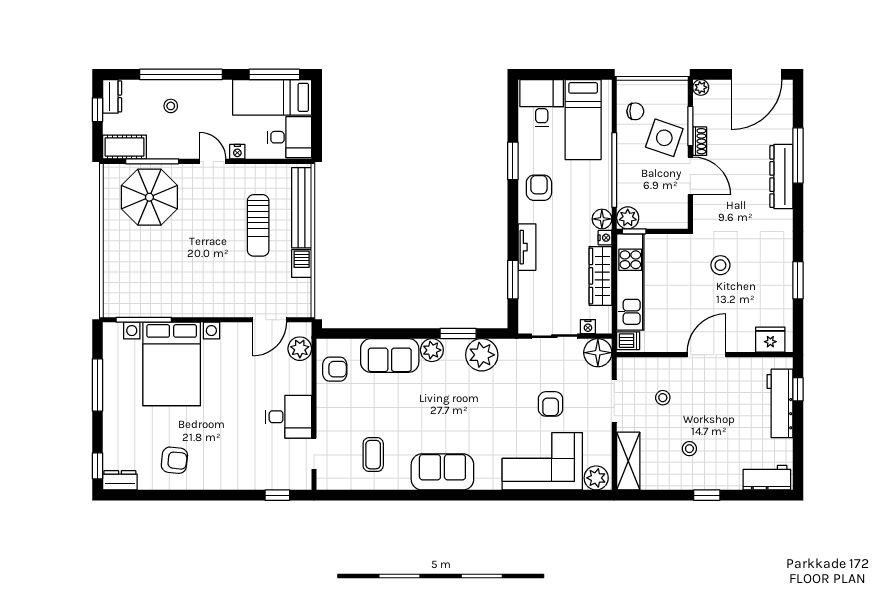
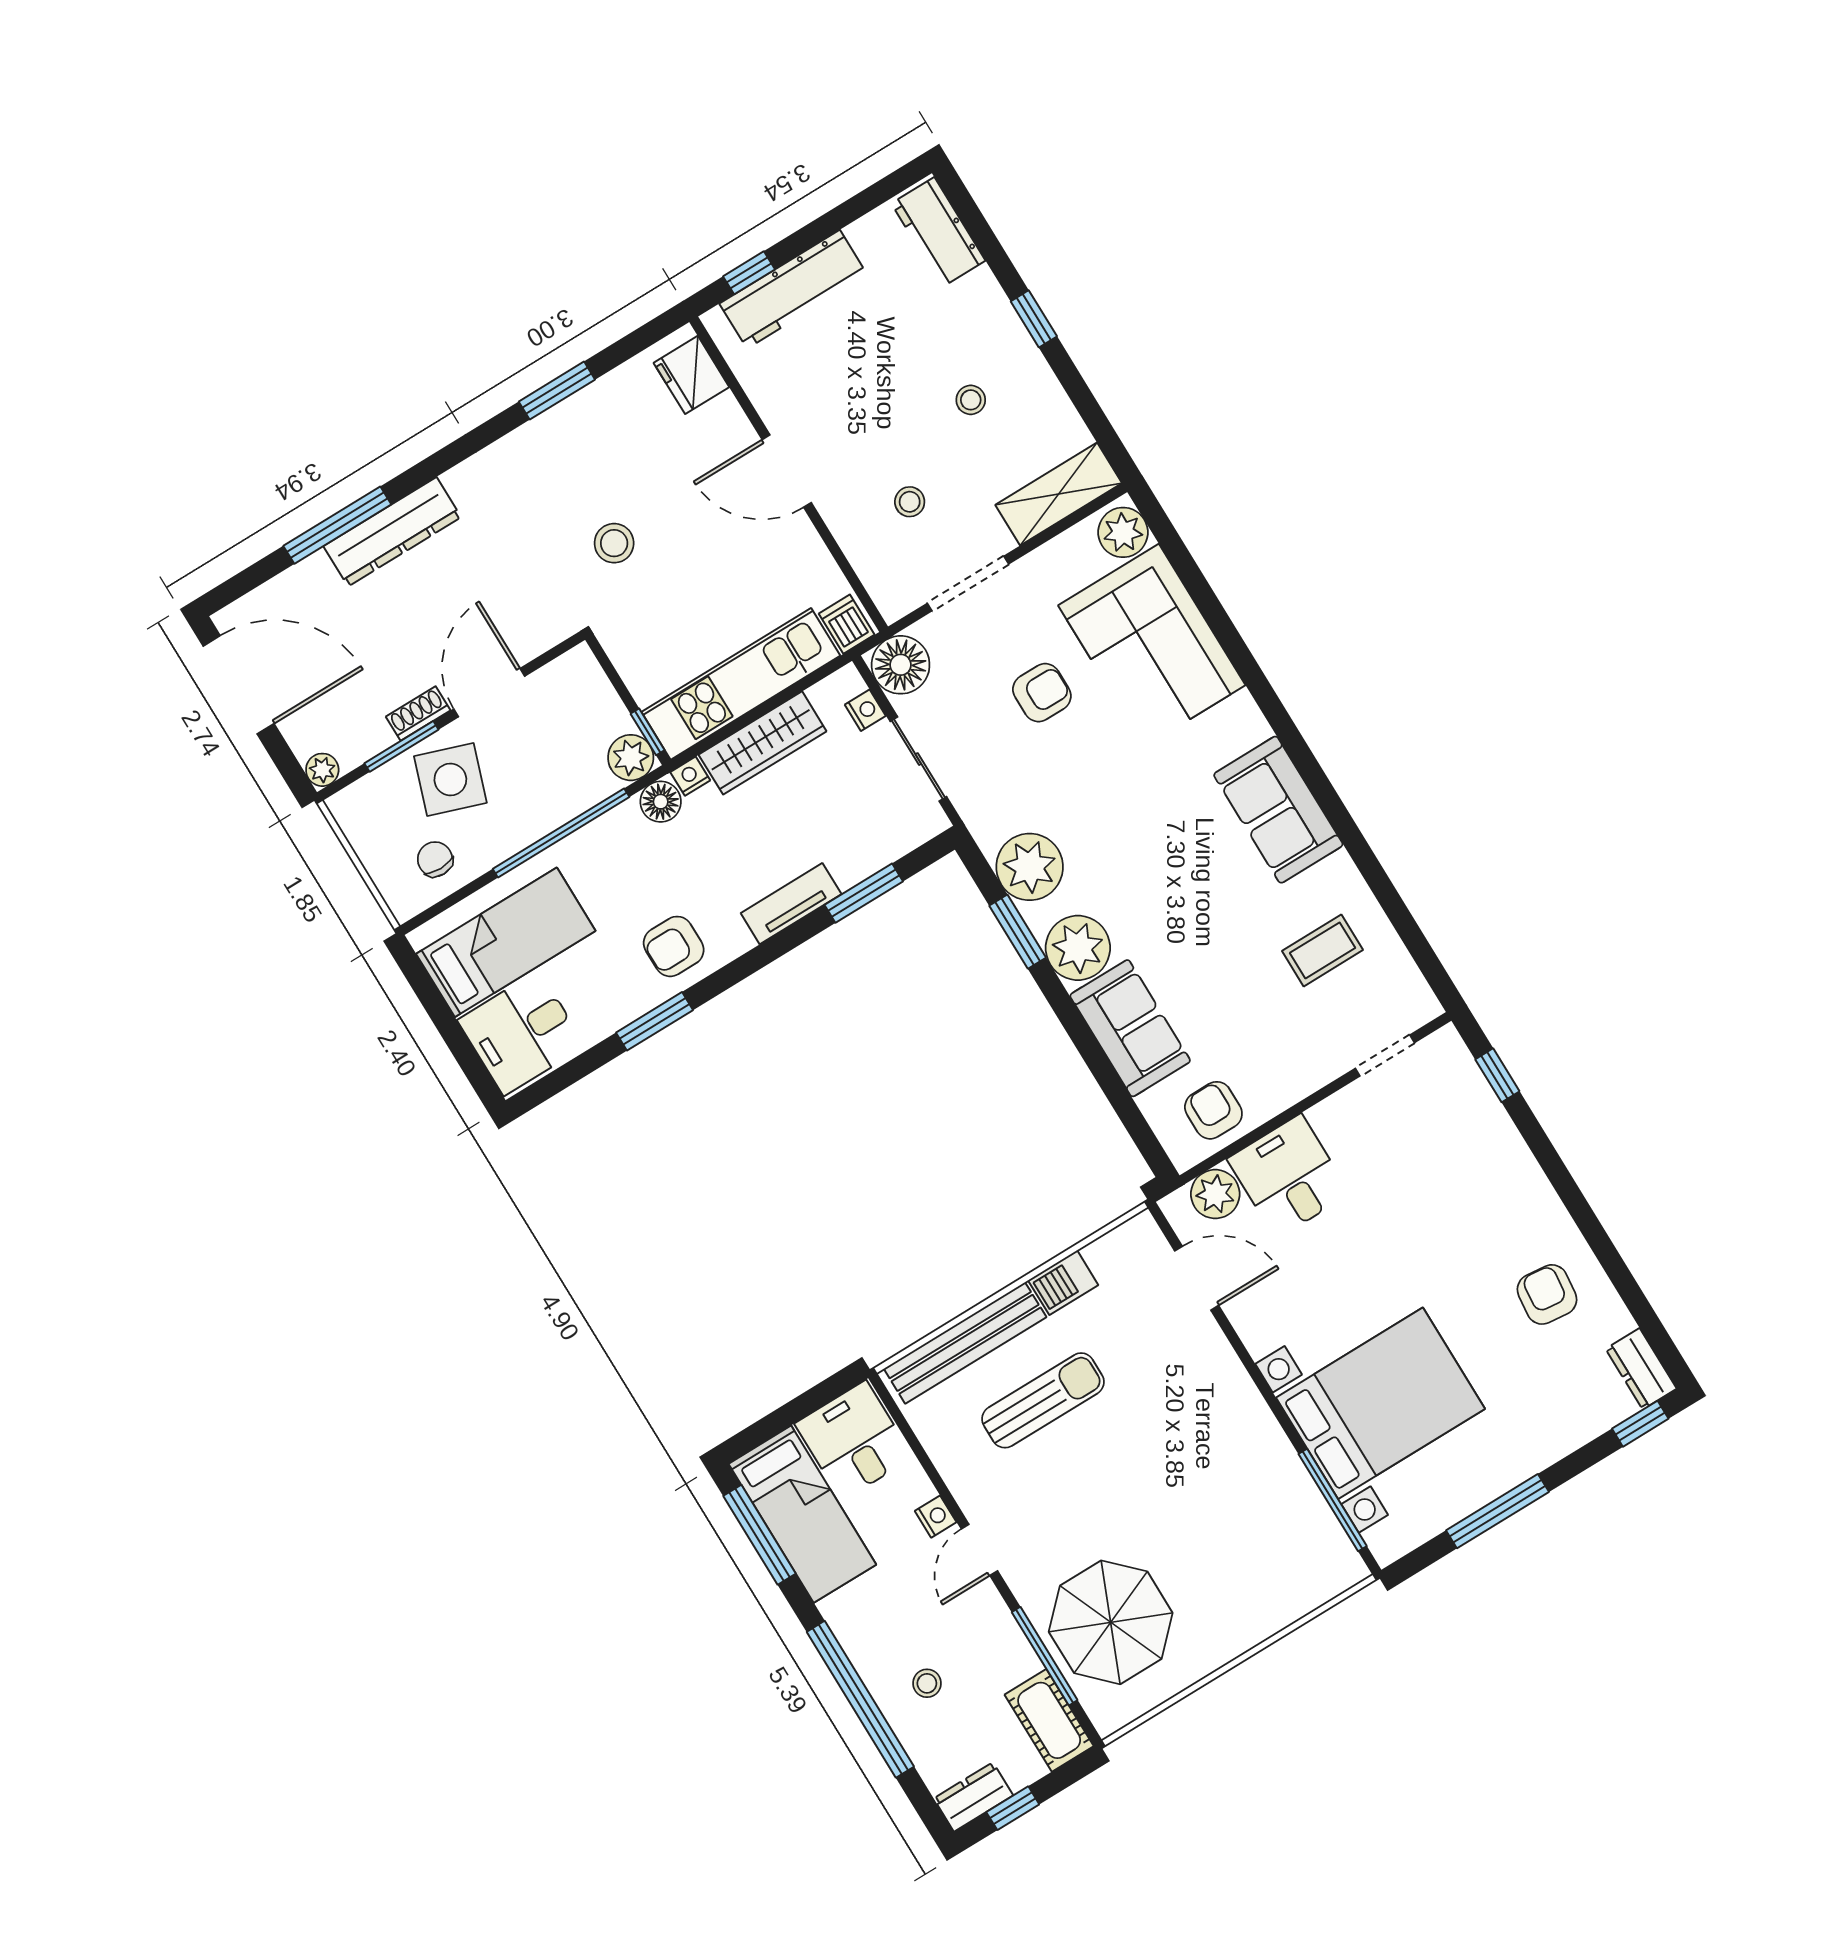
plant: (432, 350) -> (1078, 948), width x1.36, depth x1.36
desk: (289, 417) -> (1289, 1176), moved

